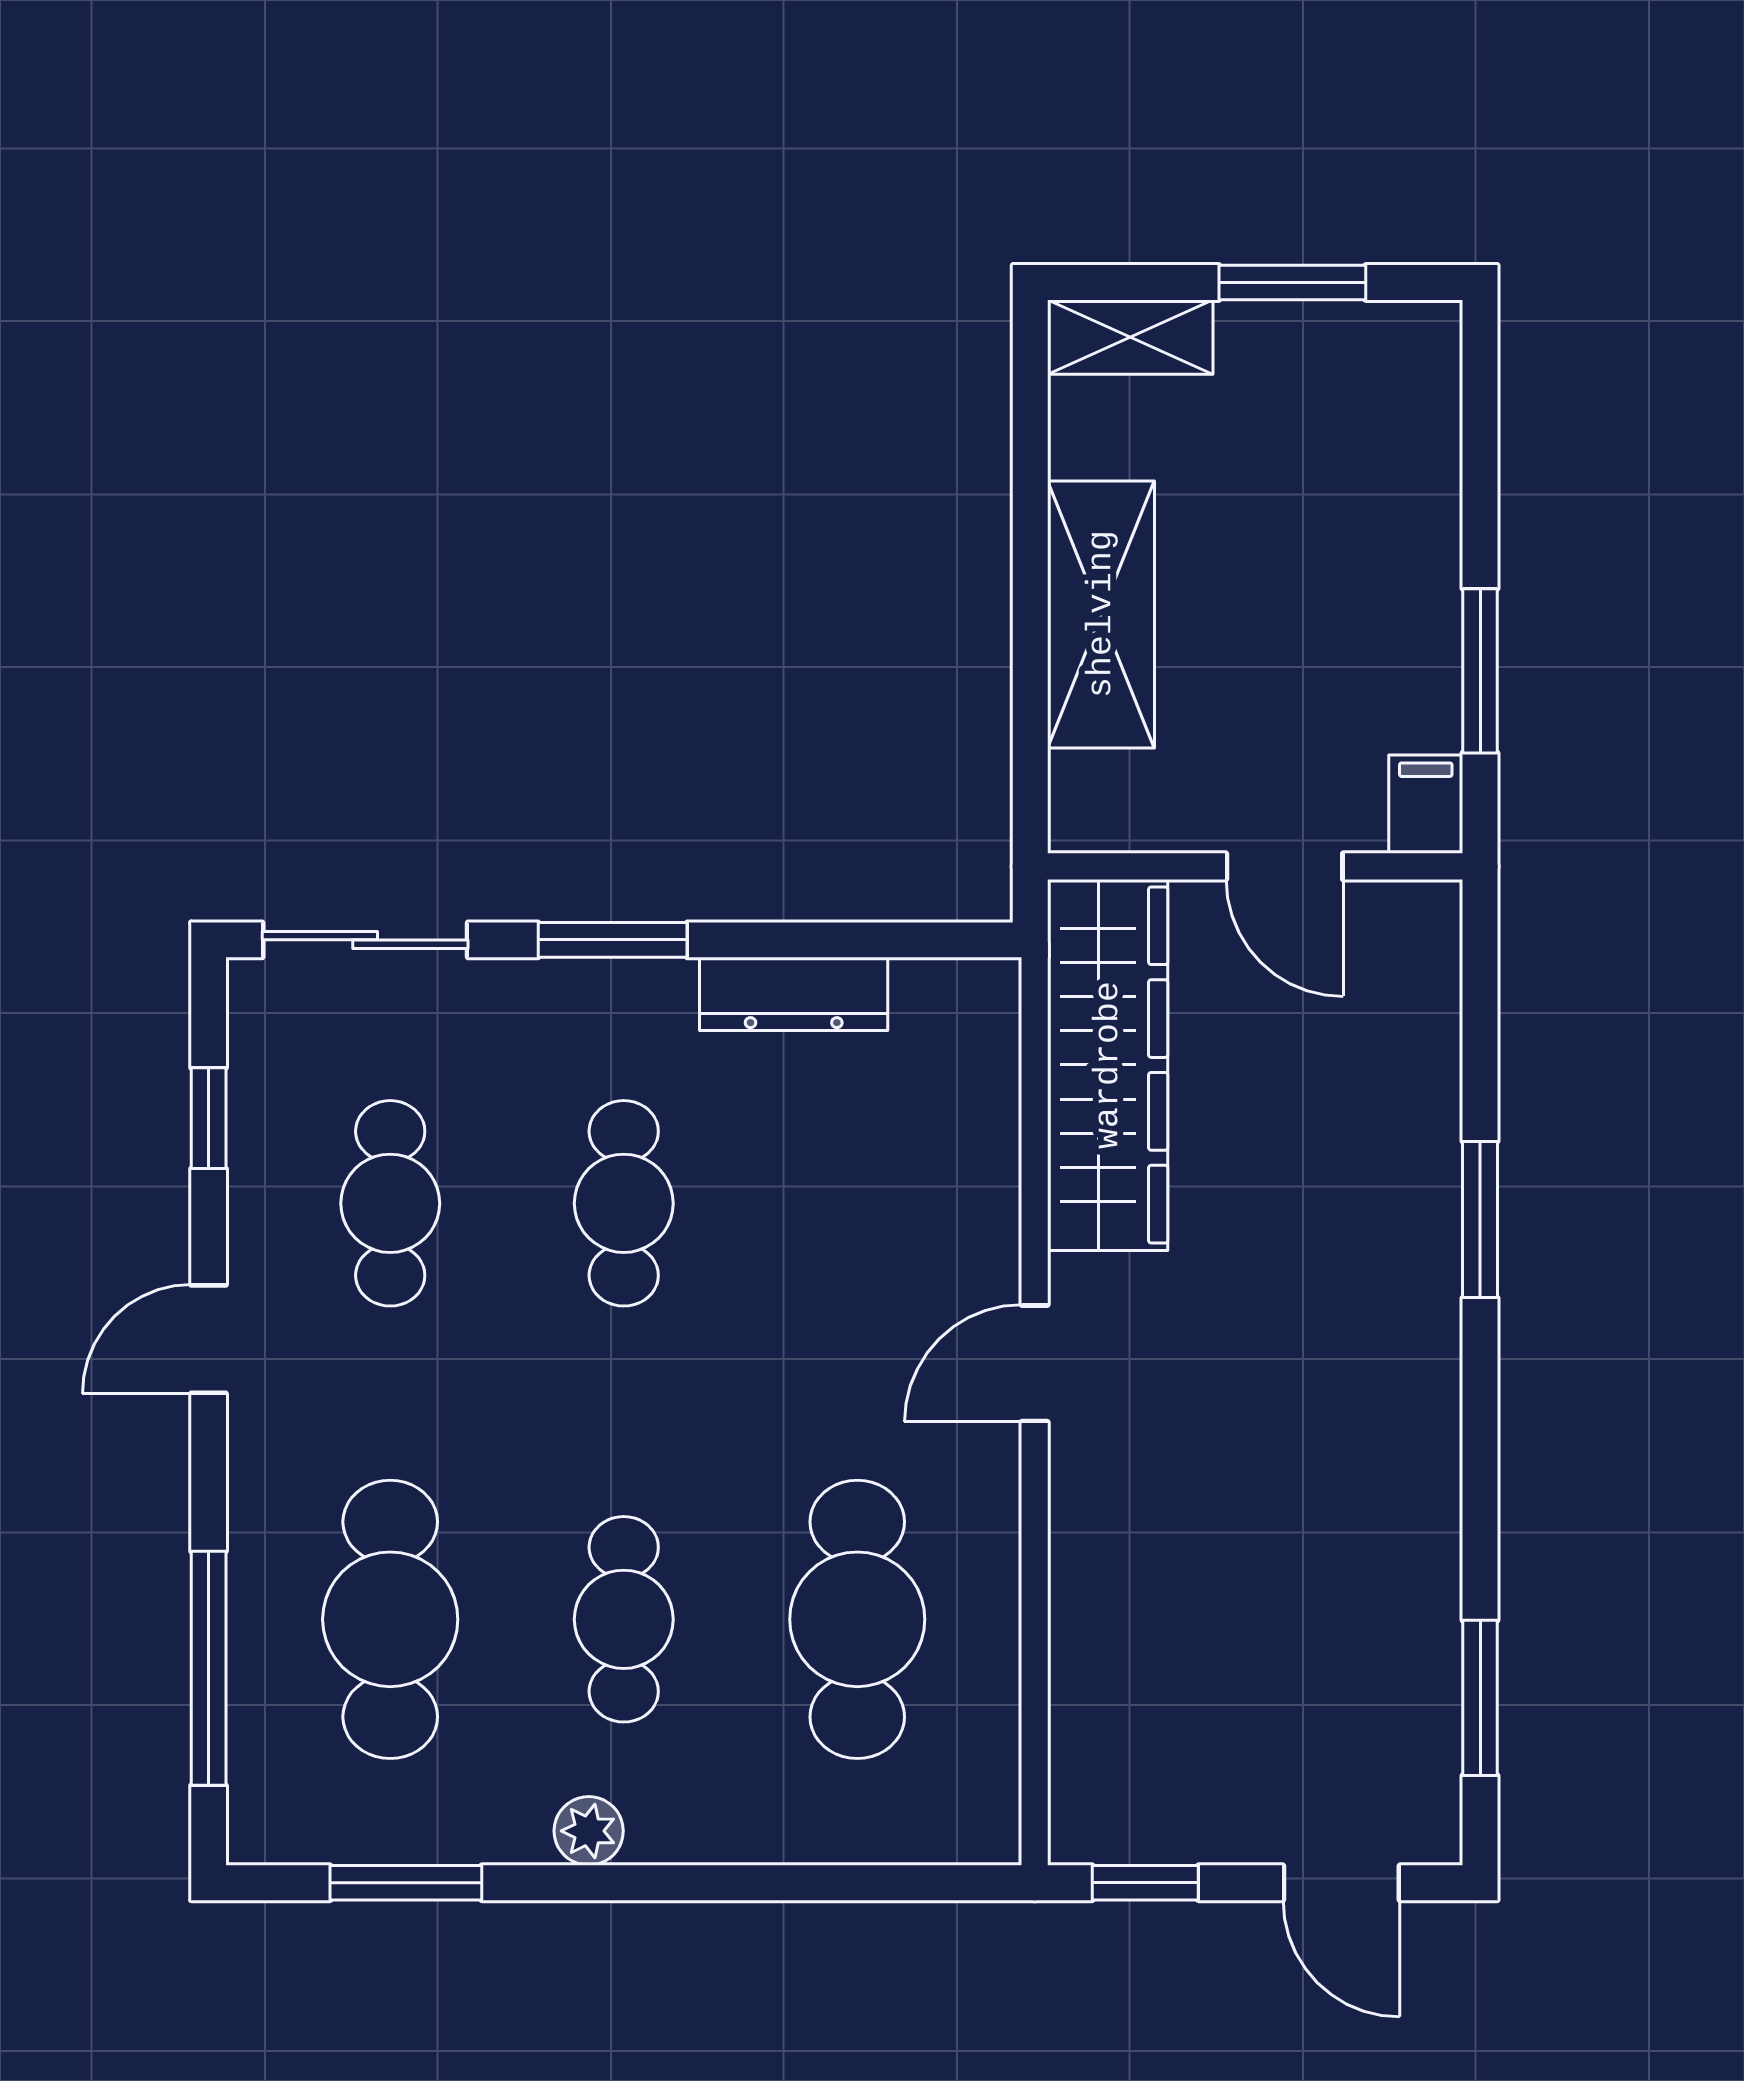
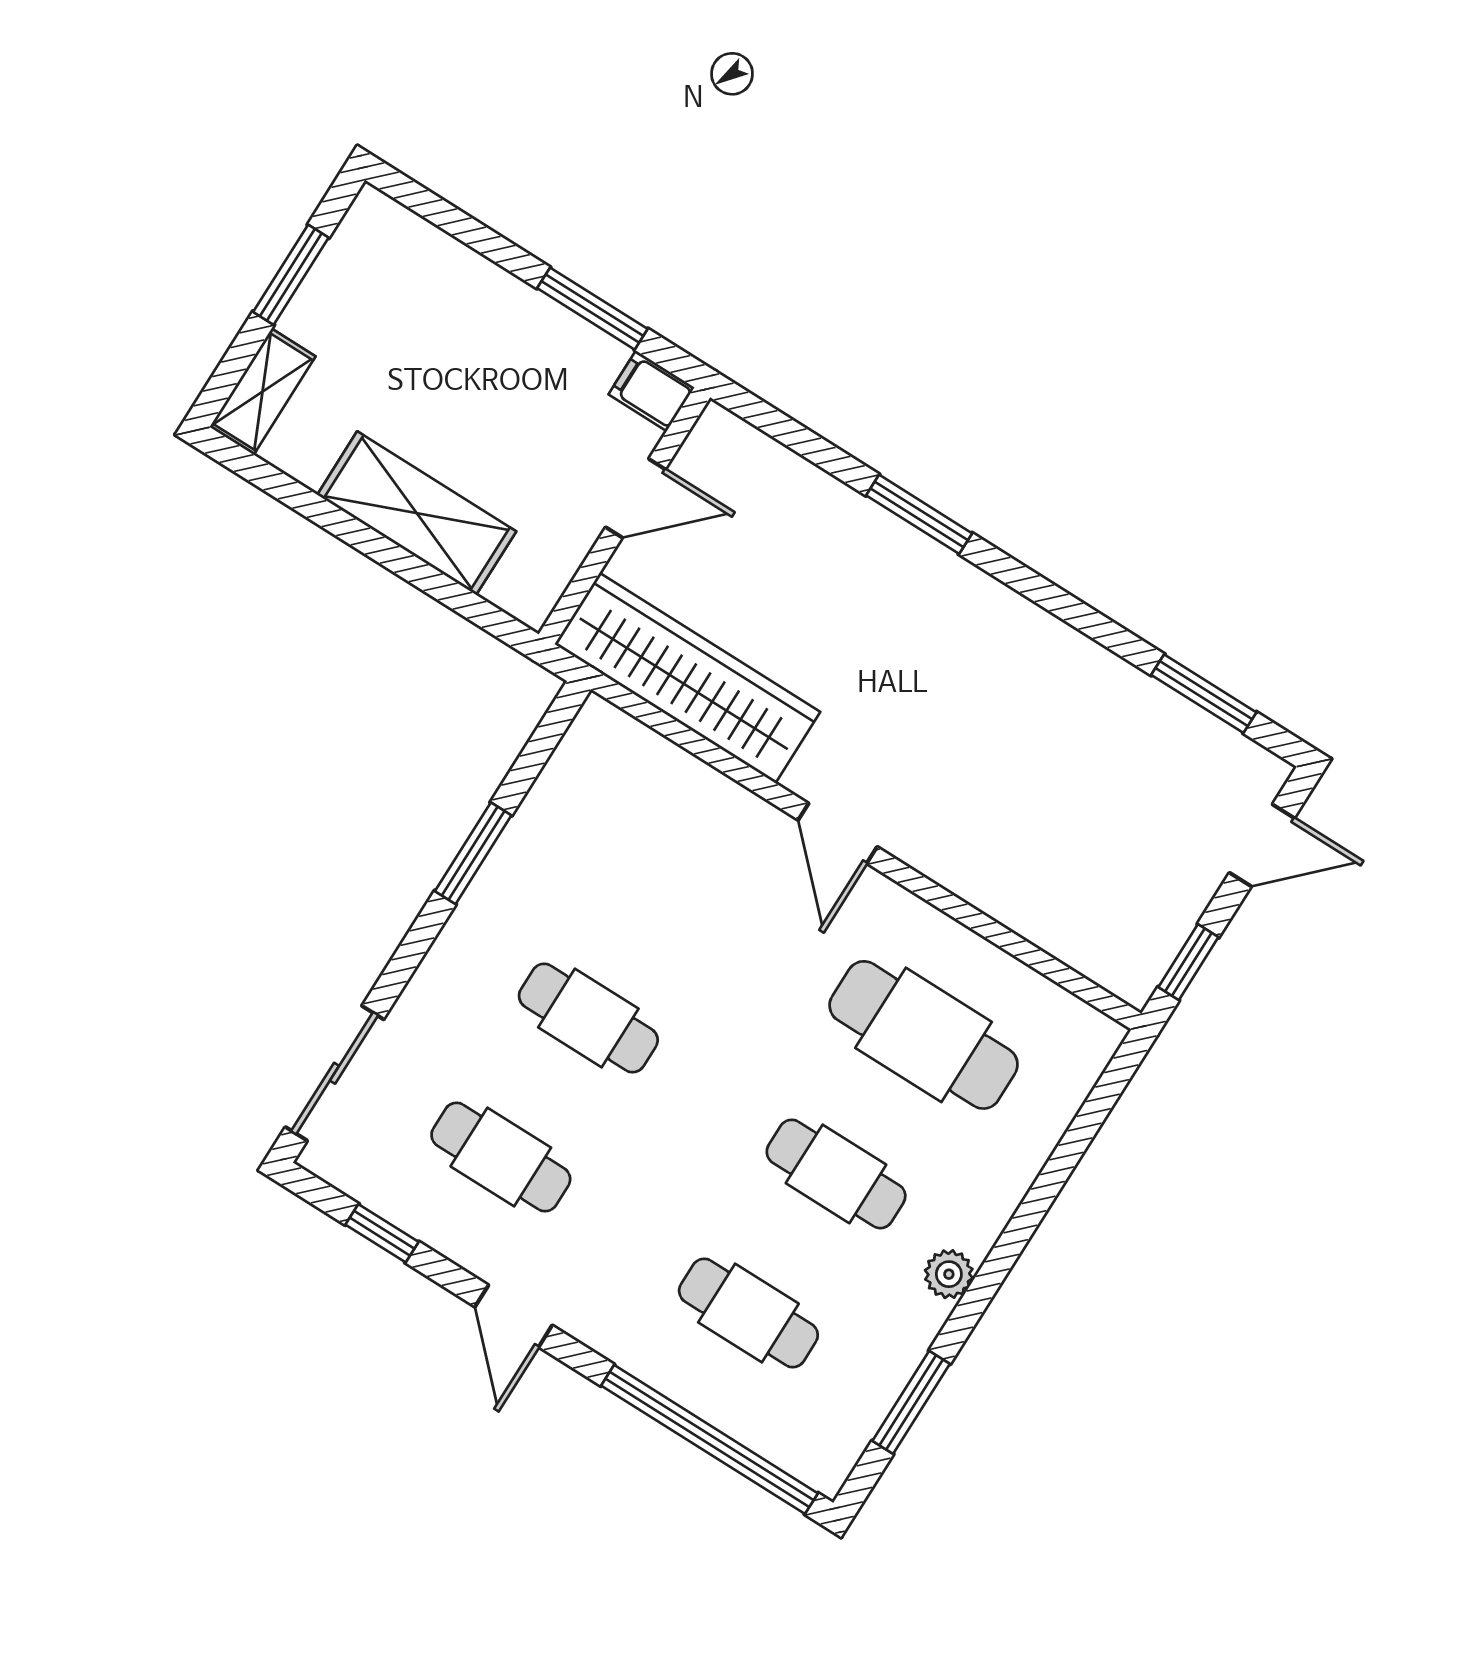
window: (613, 940) -> (473, 853), moved
dresser: (794, 994) -> (527, 838), removed
cafe table: (390, 1619) -> (748, 1313), width x0.73, depth x0.74
window: (209, 1668) -> (710, 1439), width x1.46

